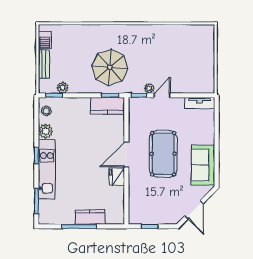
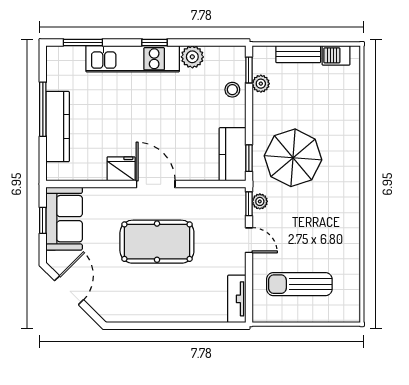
sun lounger: (190, 63) -> (299, 284), added
plant: (149, 88) -> (260, 201), moved
stool: (46, 111) -> (232, 90), moved
sofa: (203, 165) -> (64, 219), moved, turned 90
door: (194, 210) -> (69, 290), swing flipped
kitchen counter: (90, 217) -> (58, 127), width x1.50

